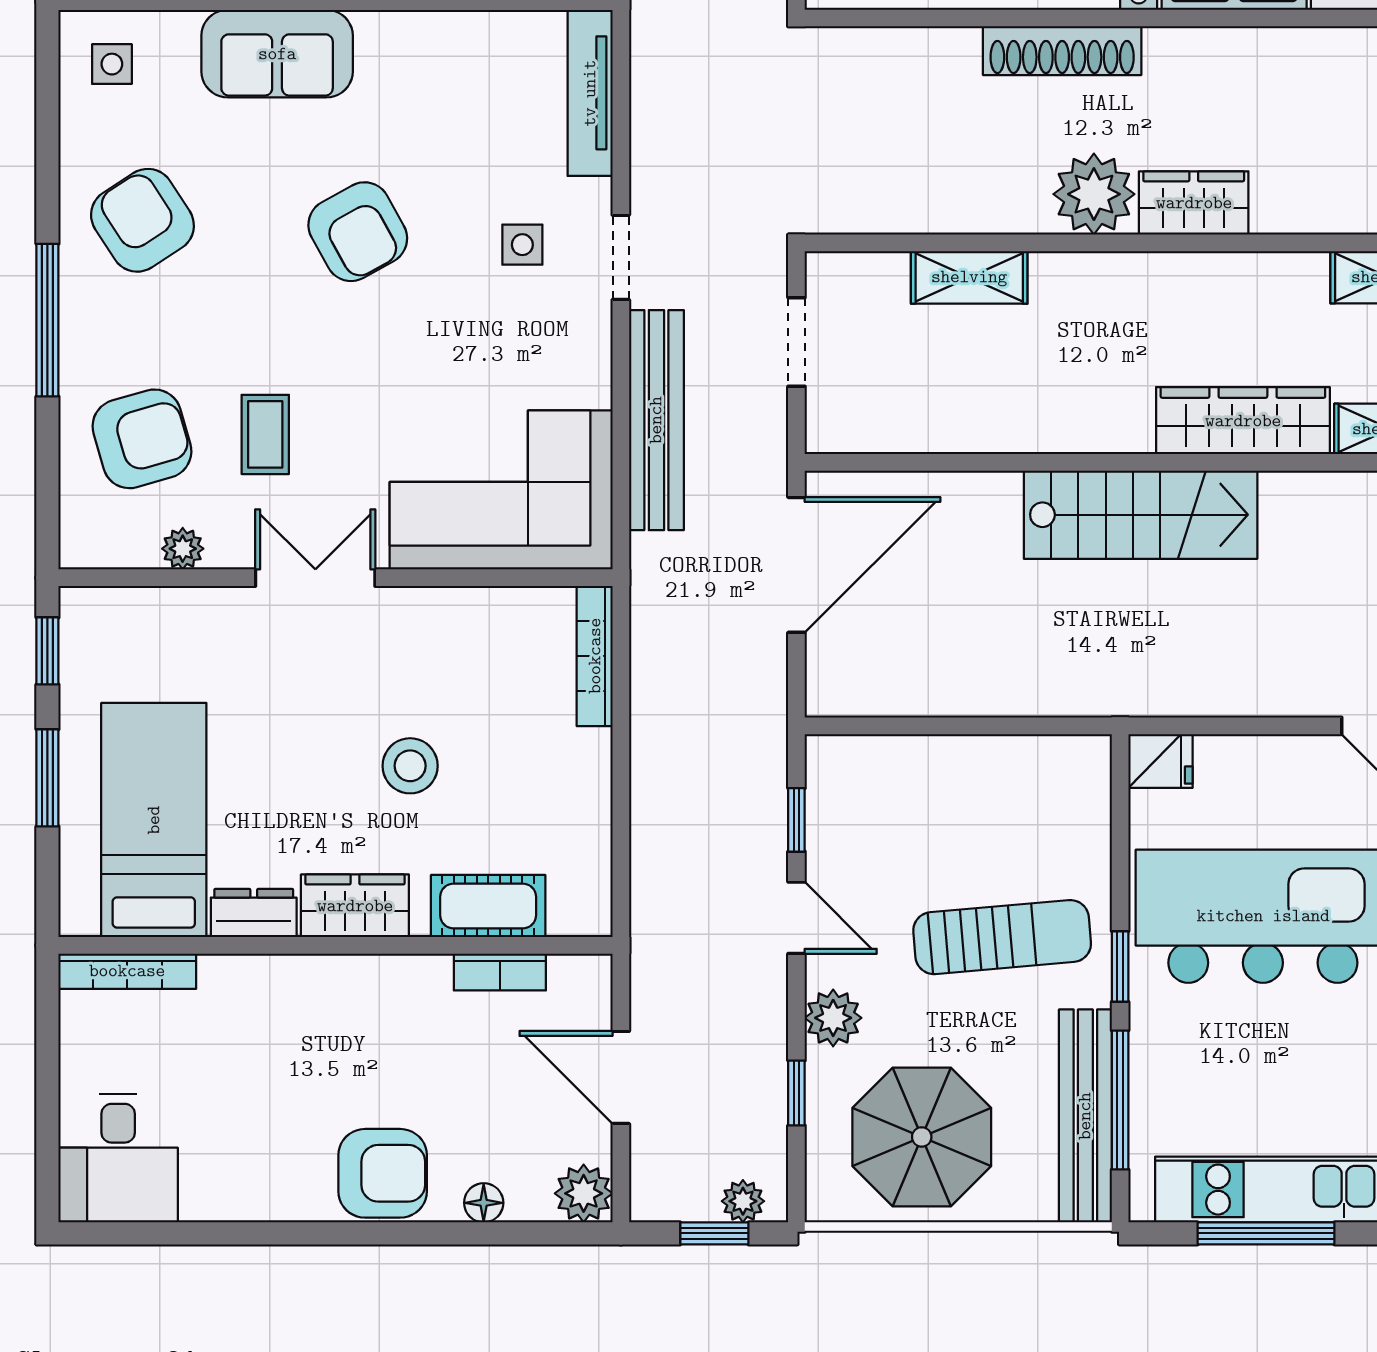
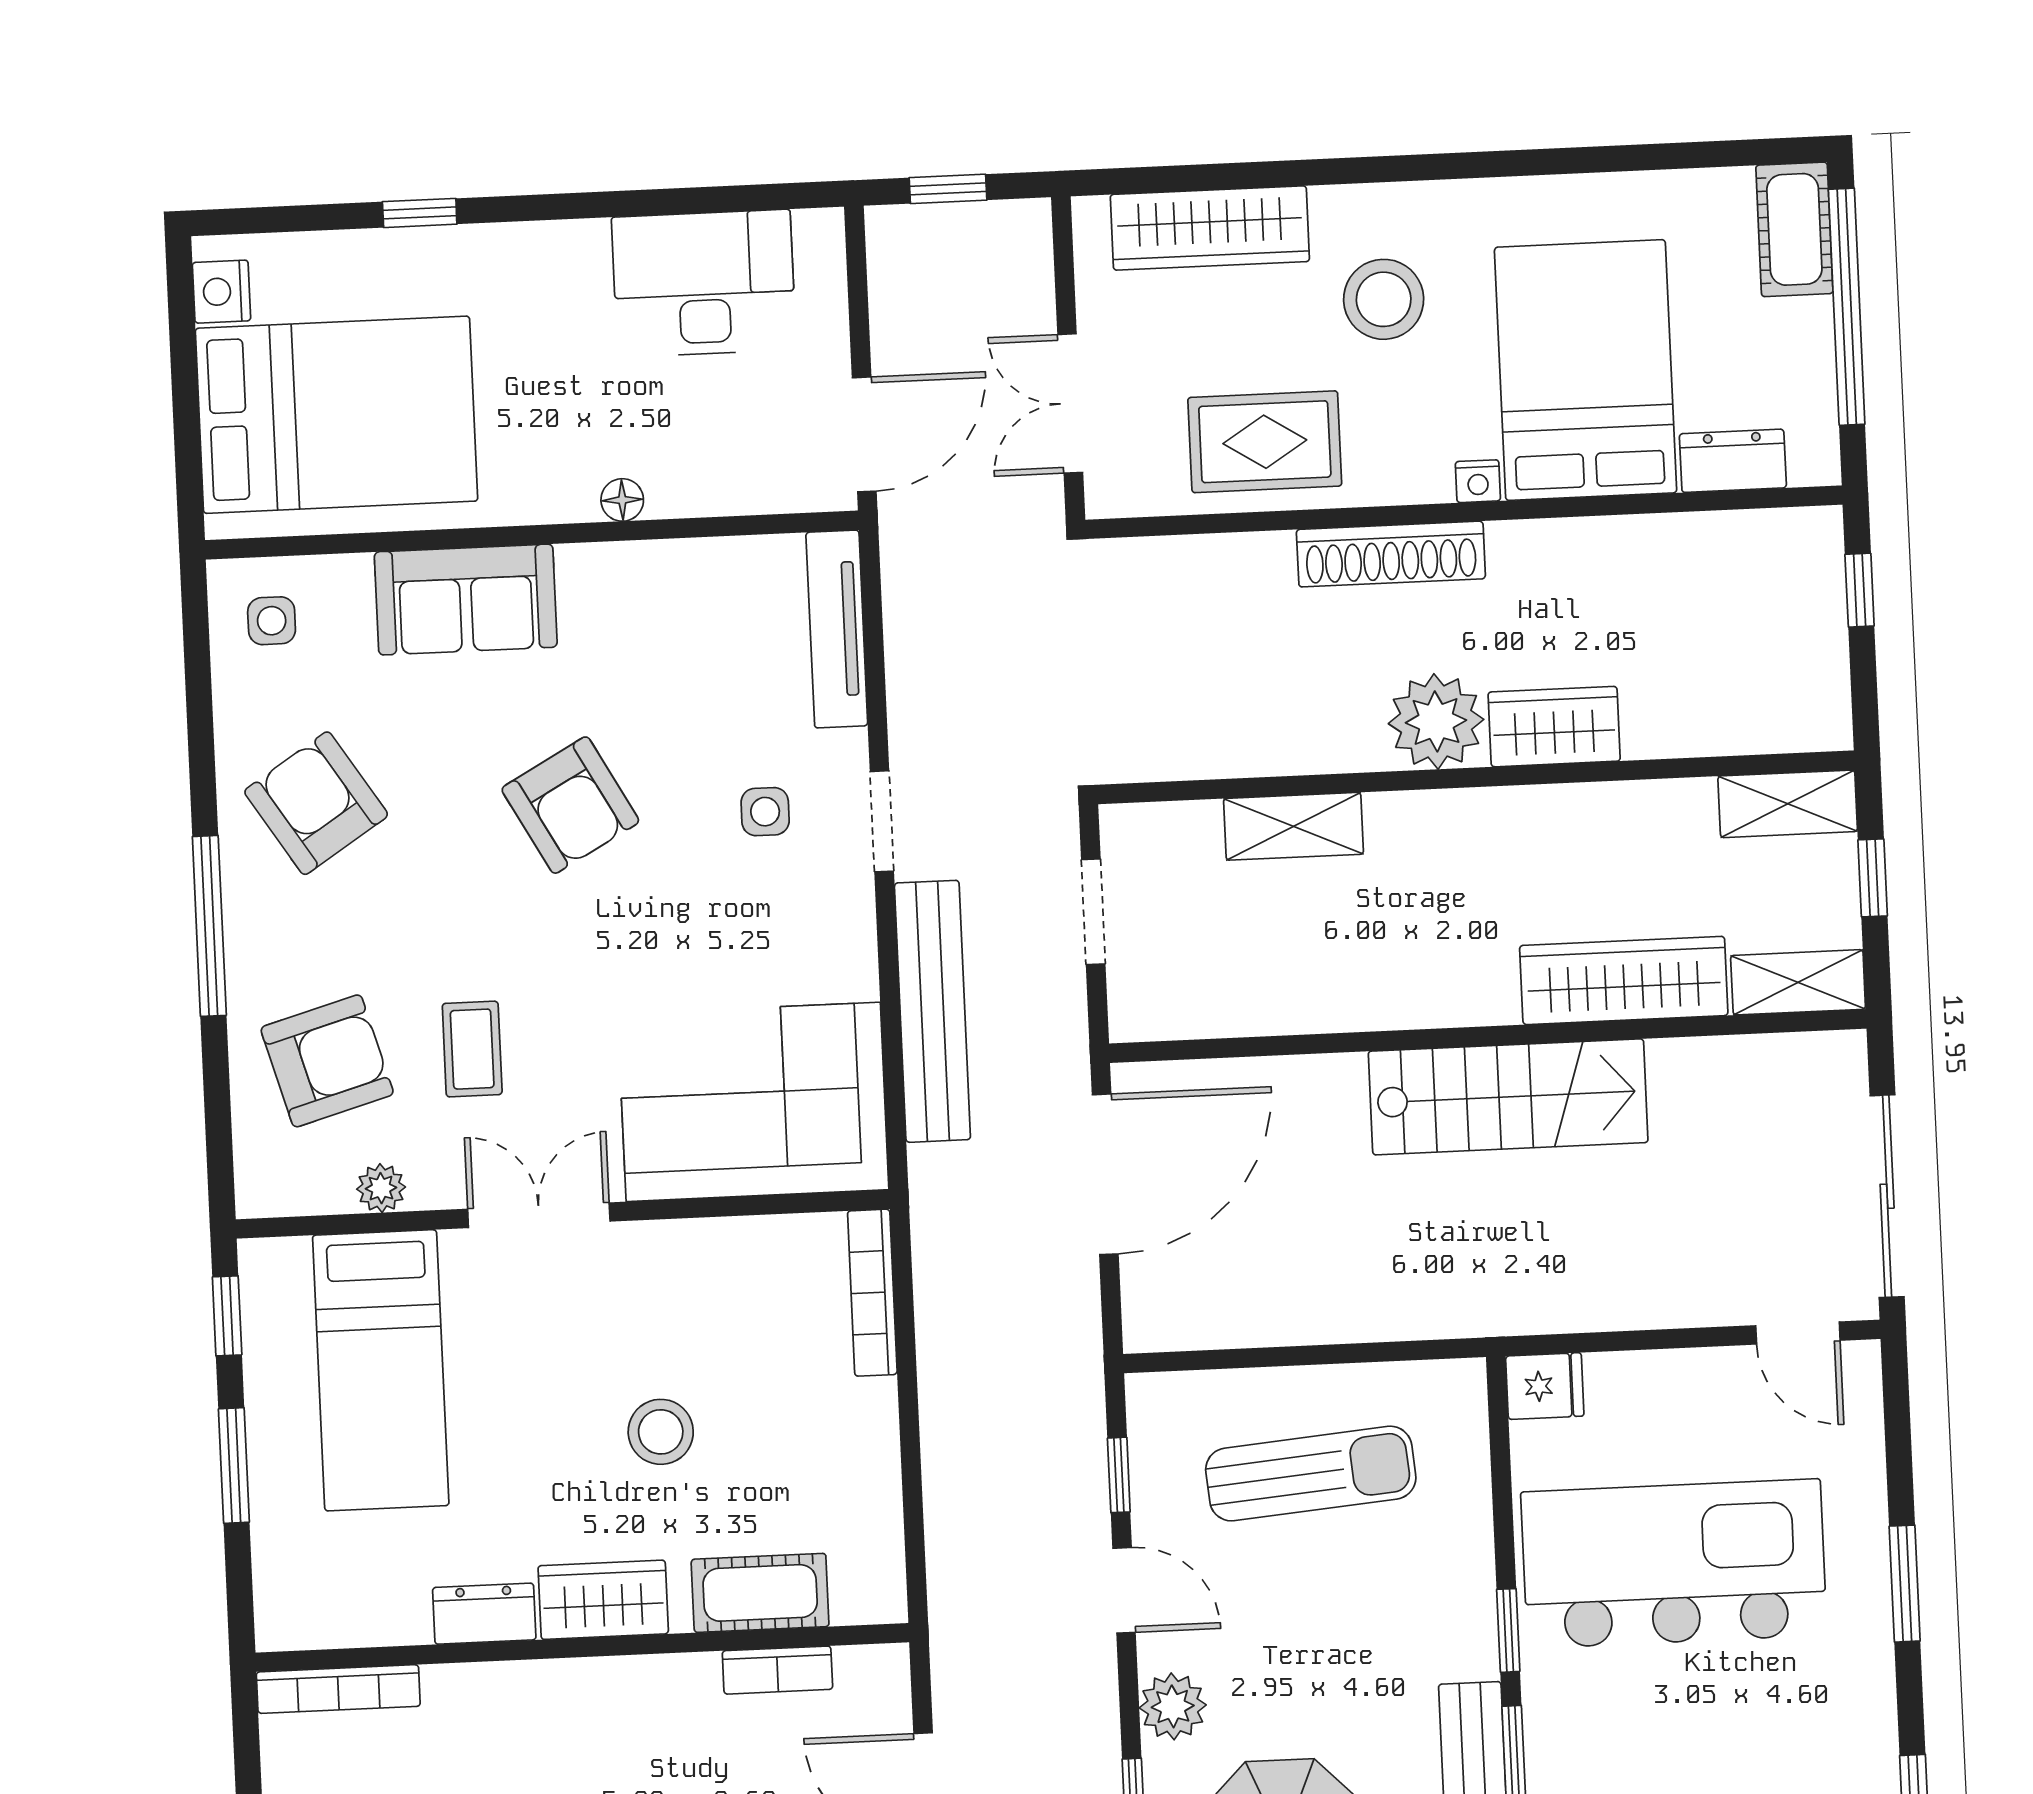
bed: (154, 820) -> (381, 1370), moved, turned 180
sun lounger: (1002, 937) -> (1311, 1474), moved

